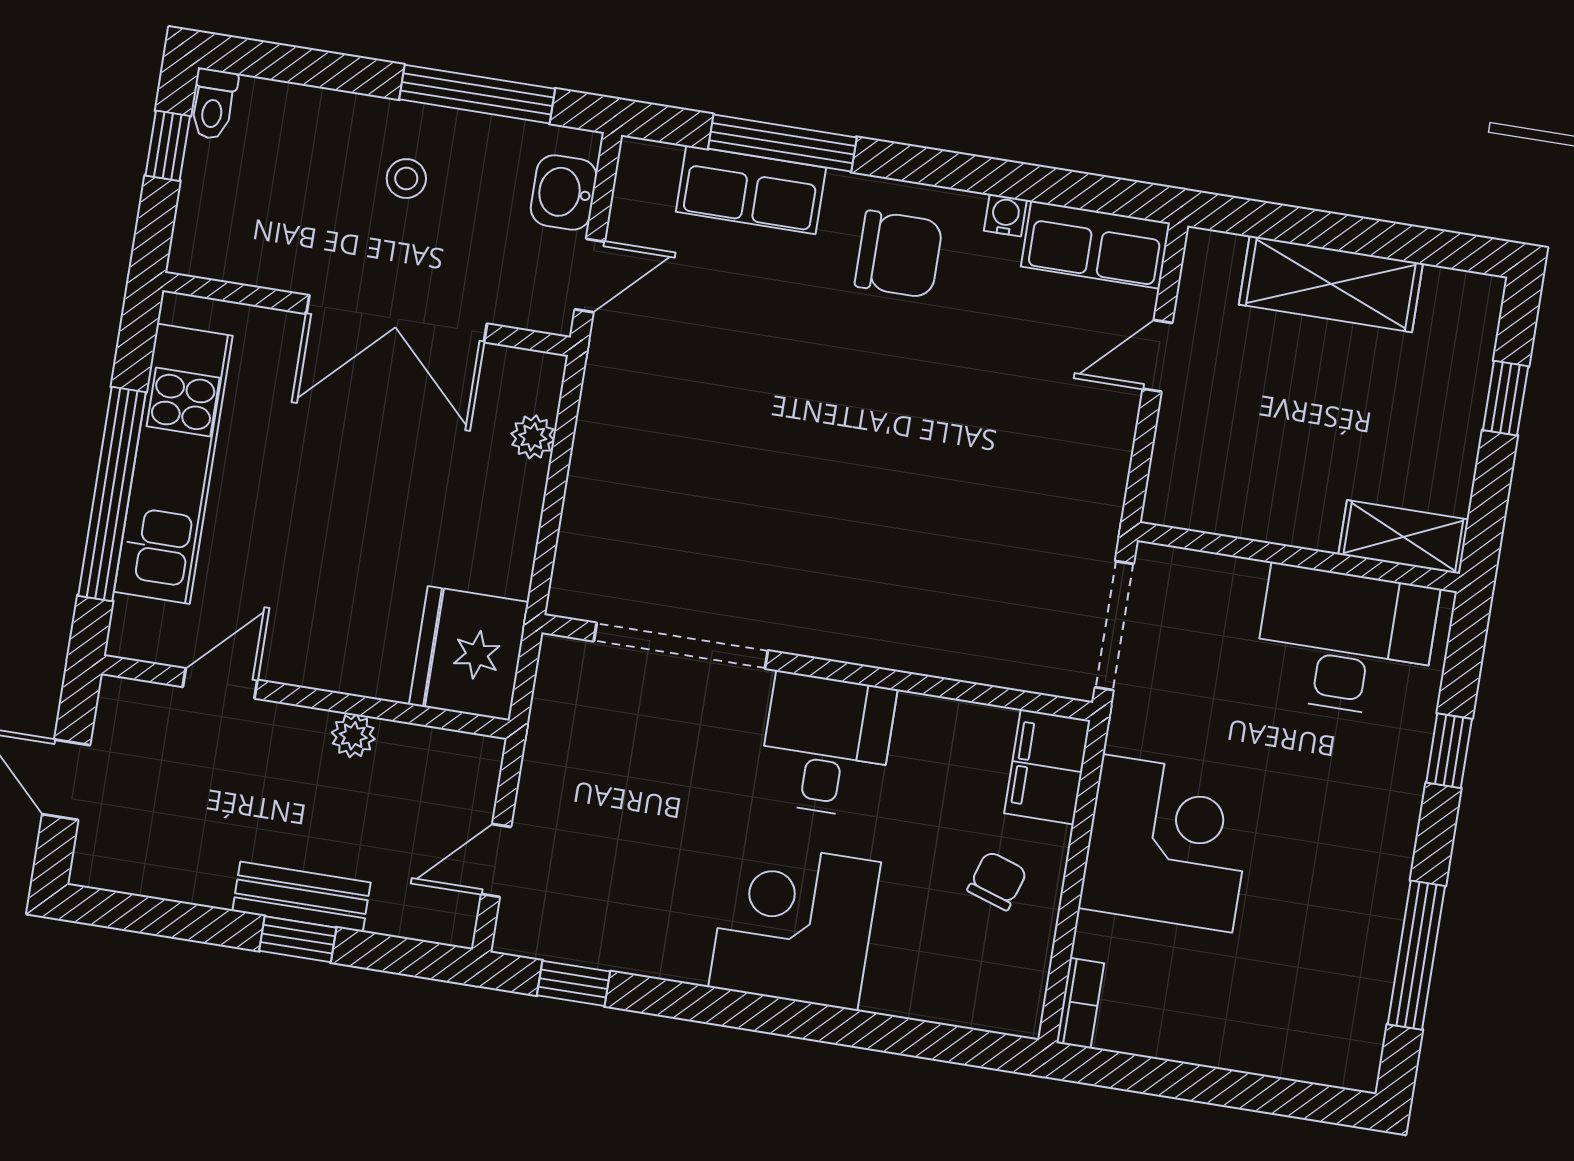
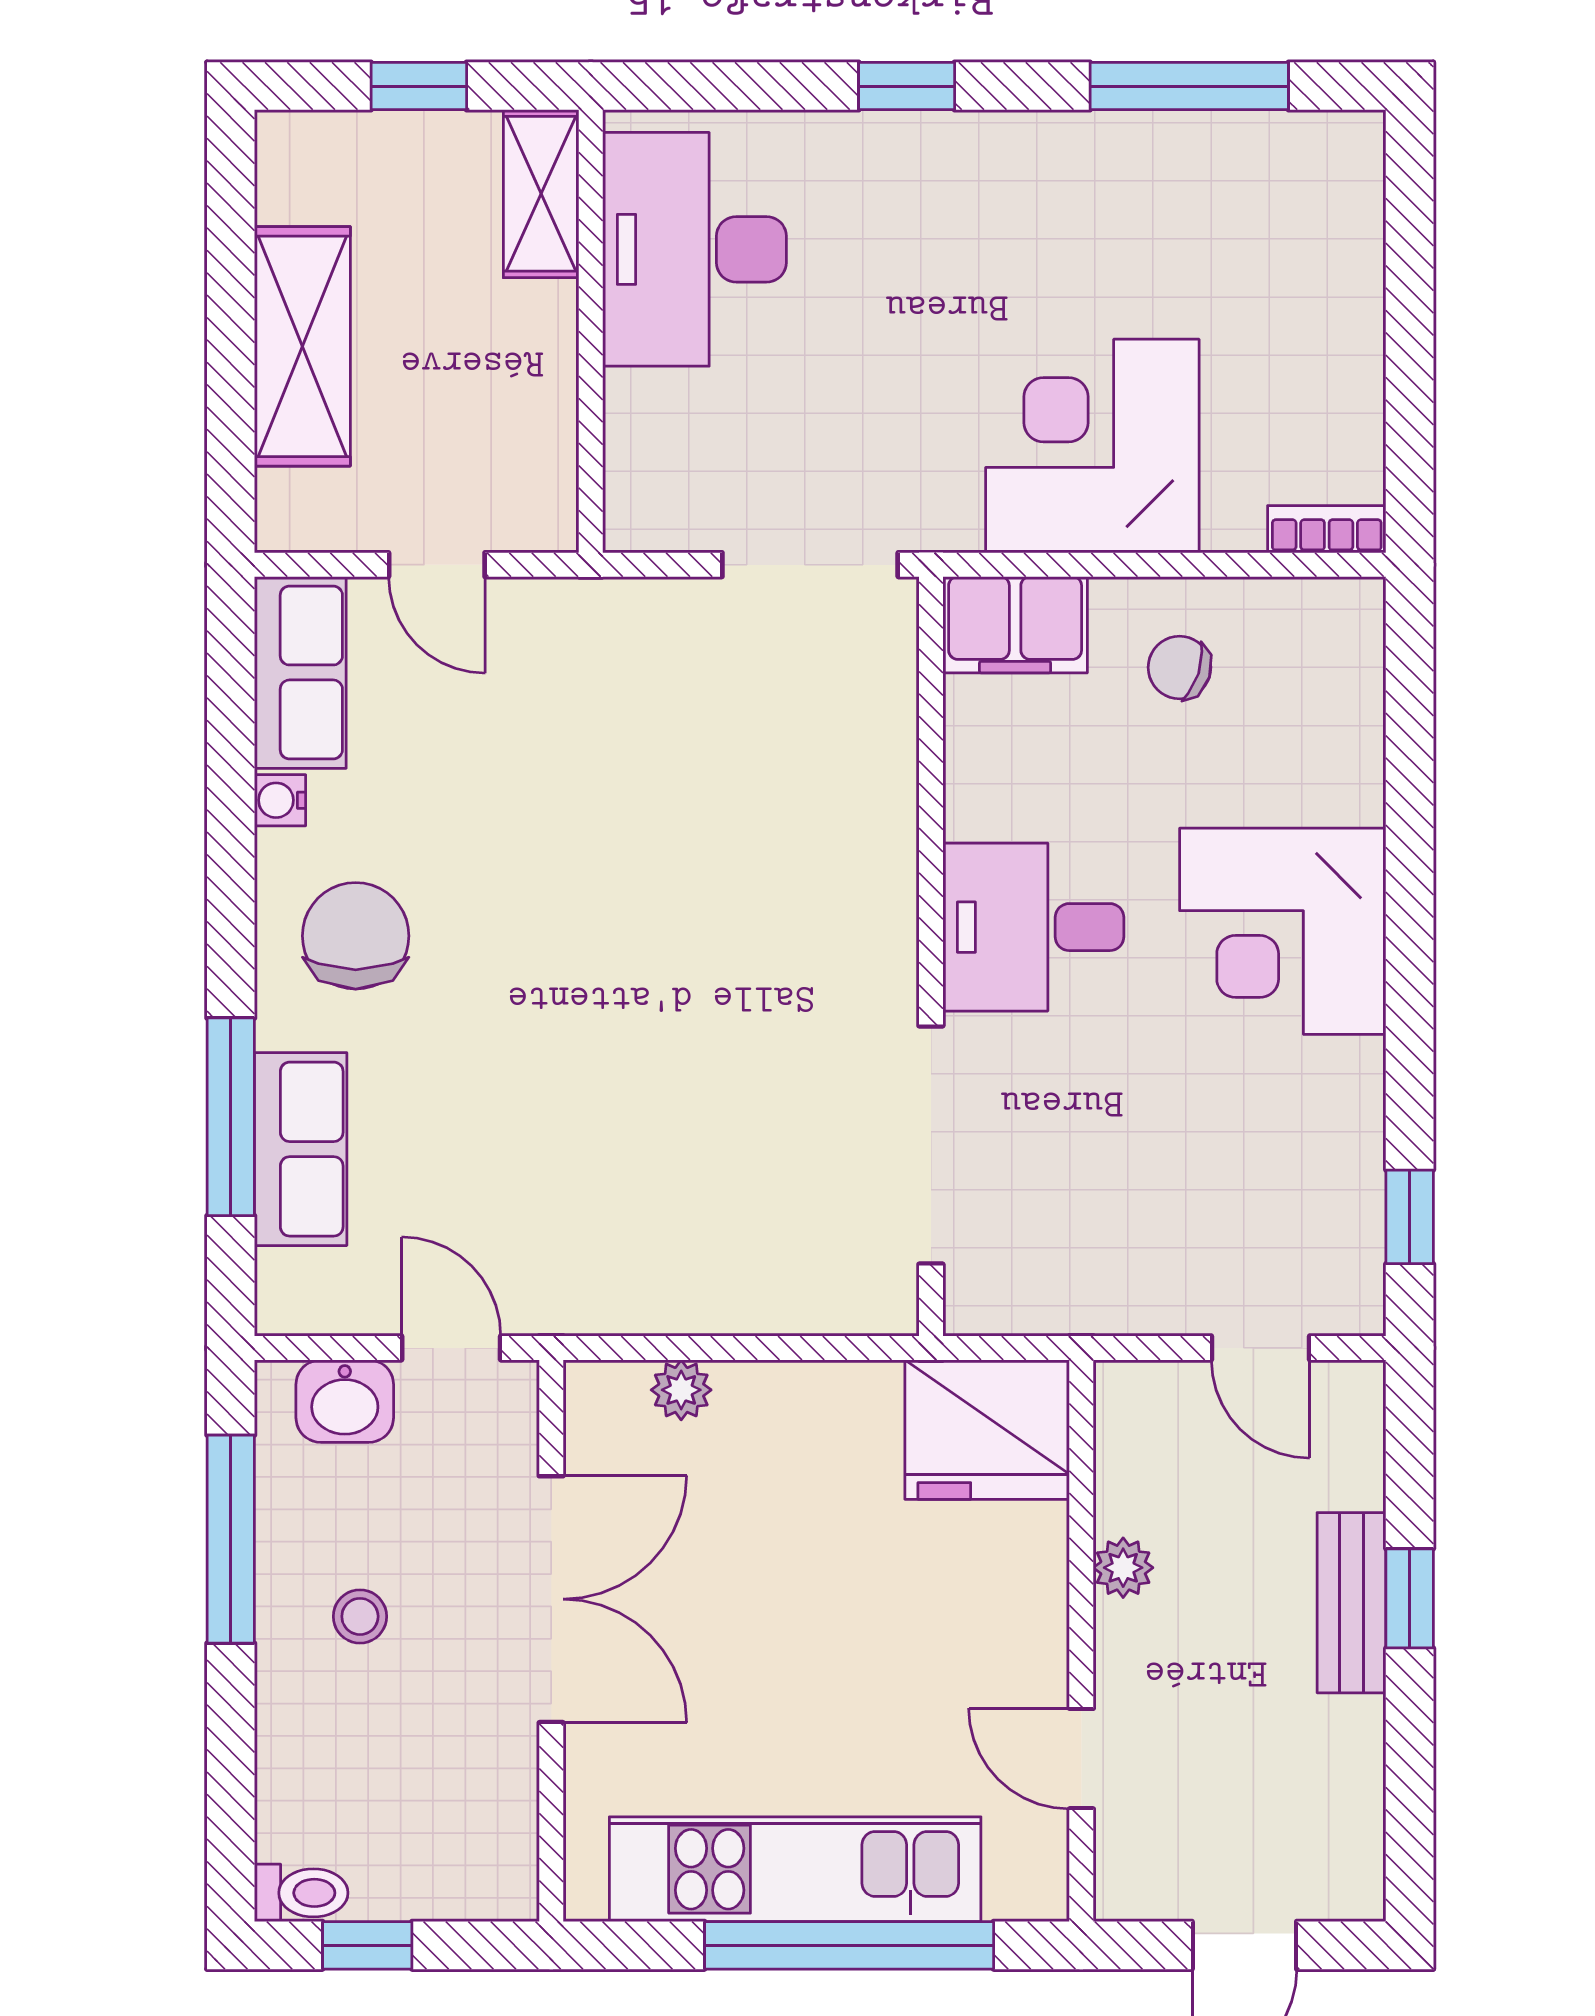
shelving: (1403, 537) -> (541, 194), moved
wall: (1298, 557) -> (591, 331), moved
desk: (1346, 641) -> (694, 249), moved

